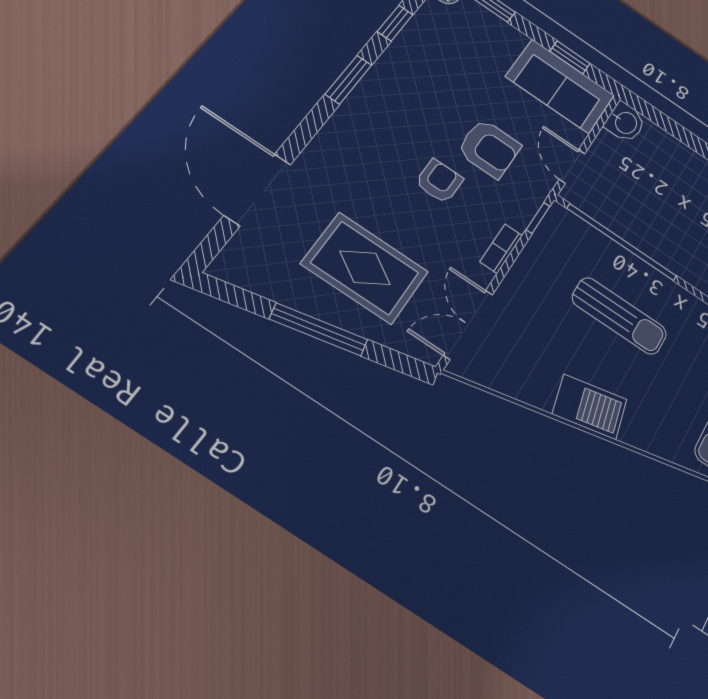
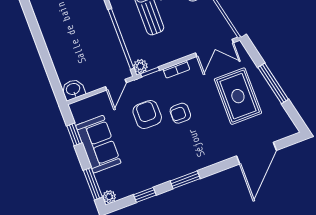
sofa: (560, 86) -> (98, 144), moved
plant: (559, 218) -> (140, 66), added

